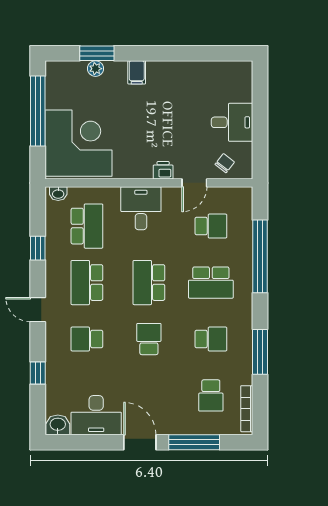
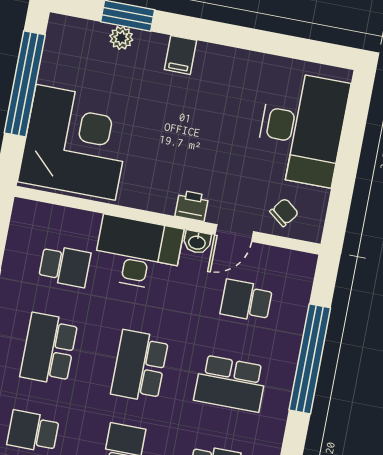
desk: (232, 122) -> (302, 128), width x1.87, depth x1.30
washbasin: (58, 194) -> (197, 242), moved
desk: (141, 208) -> (138, 253), width x1.37
school desk: (87, 226) -> (65, 266), width x0.54
school desk: (211, 226) -> (246, 301), turned 180

